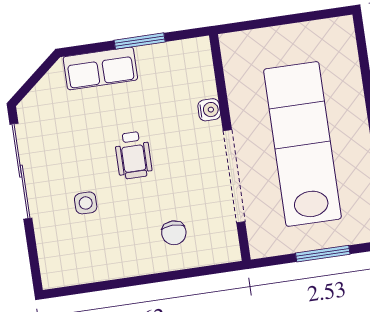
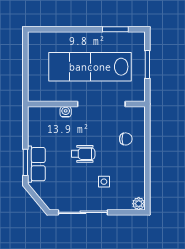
window: (140, 41) -> (25, 162), moved
plant: (53, 276) -> (139, 204), added

